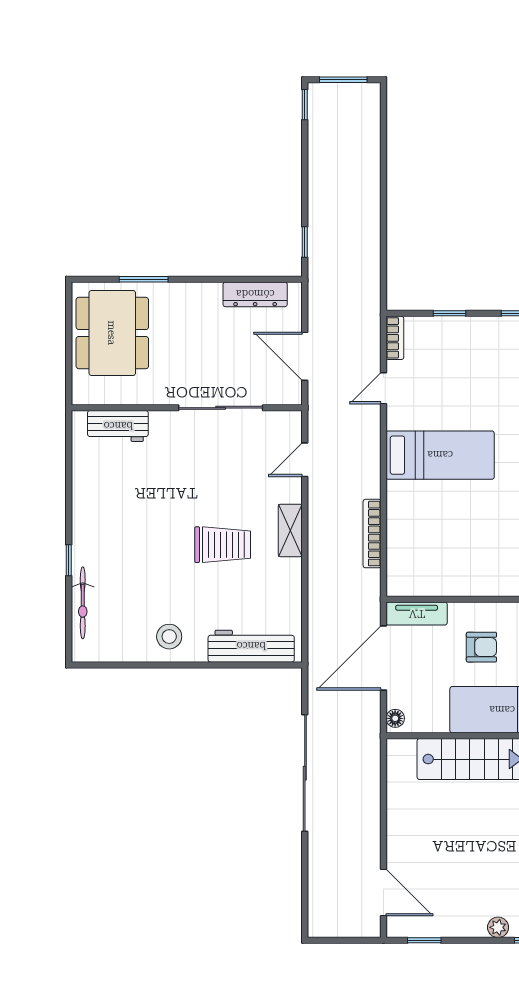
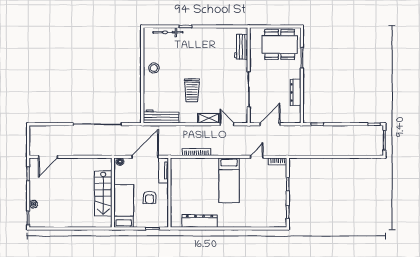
dresser: (255, 294) -> (296, 92), moved
door: (383, 388) -> (257, 157), hinge flipped
shelving: (290, 530) -> (209, 118), moved
workbench: (251, 646) -> (161, 116), moved, turned -90
door: (383, 658) -> (145, 157), hinge flipped

